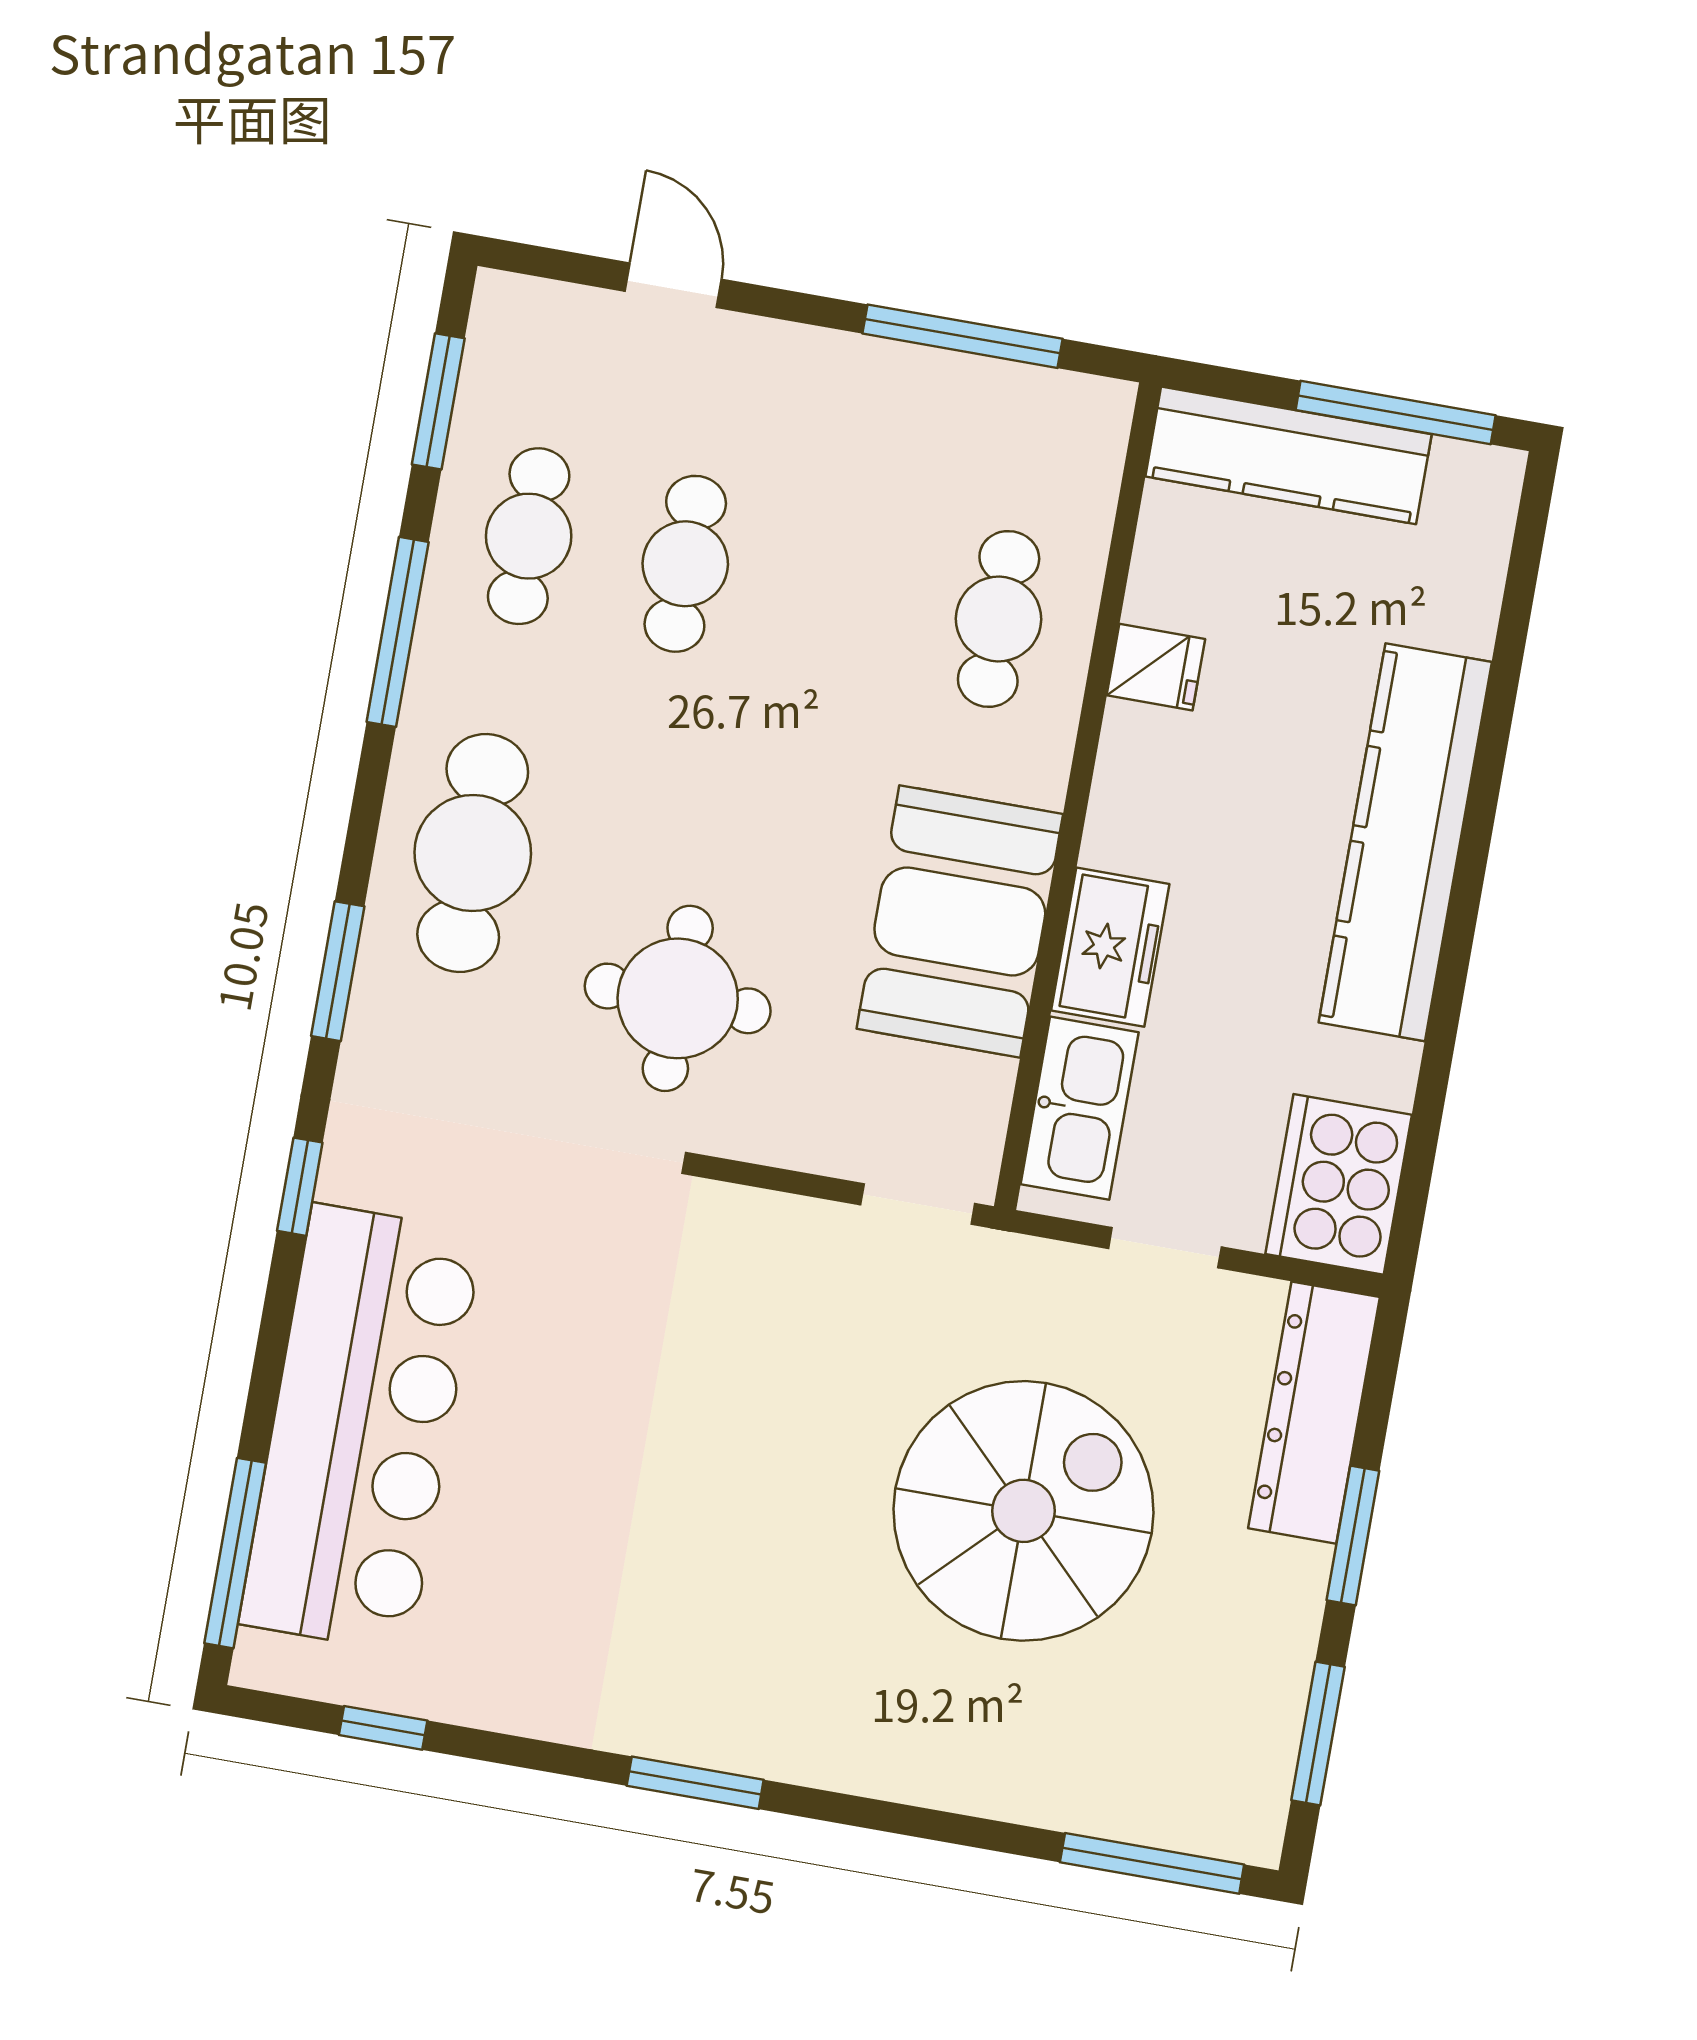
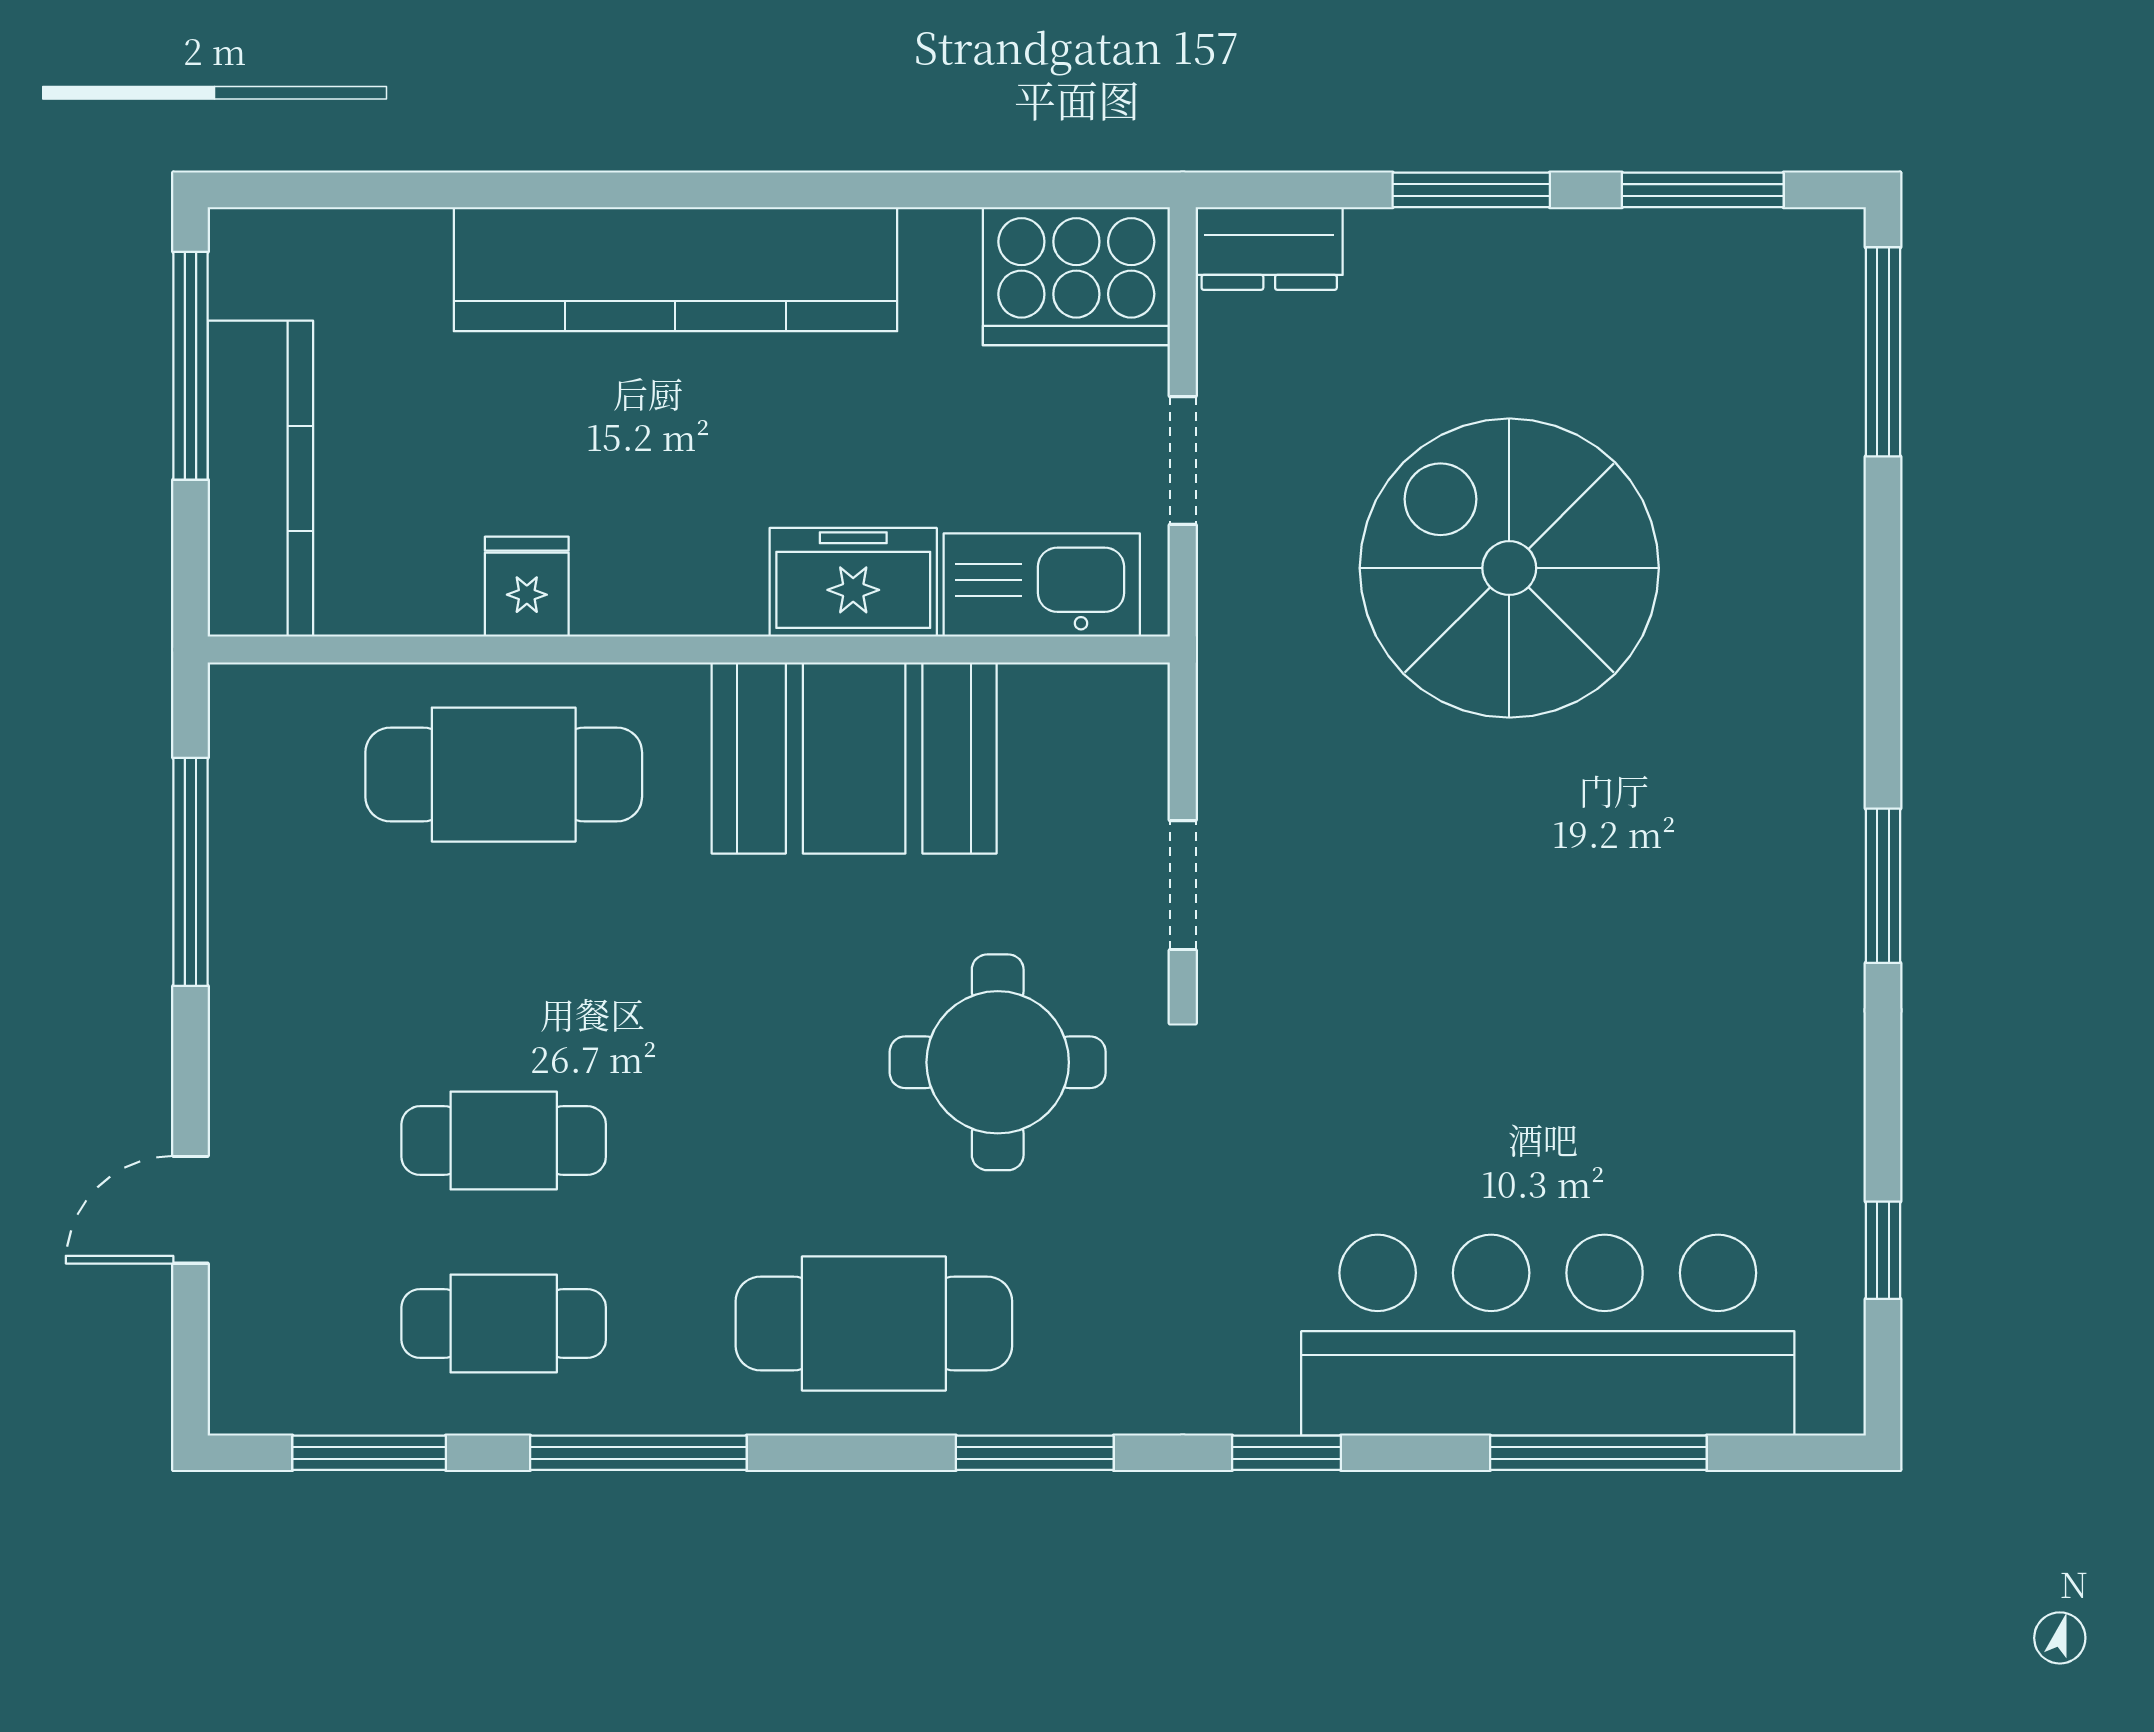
cafe table: (999, 619) -> (504, 775), width x1.37, depth x1.35
doorway: (918, 1204) -> (1183, 885), moved
dresser: (1314, 1413) -> (1269, 248), width x0.51, depth x0.80
window: (235, 1553) -> (1598, 1453), moved

